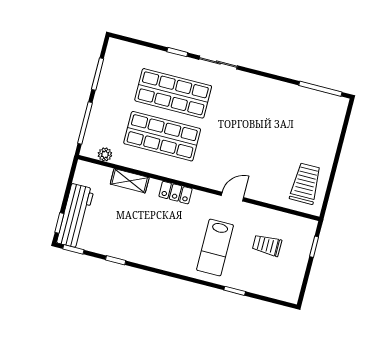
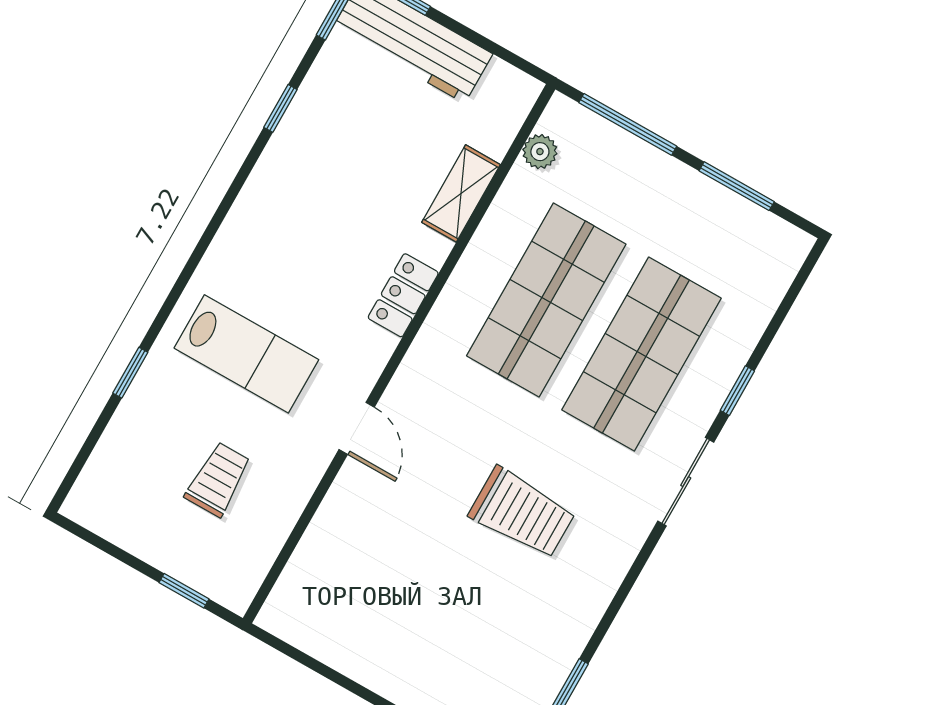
trolley: (305, 184) -> (522, 513), moved
lab bench: (215, 248) -> (246, 354), turned 180

